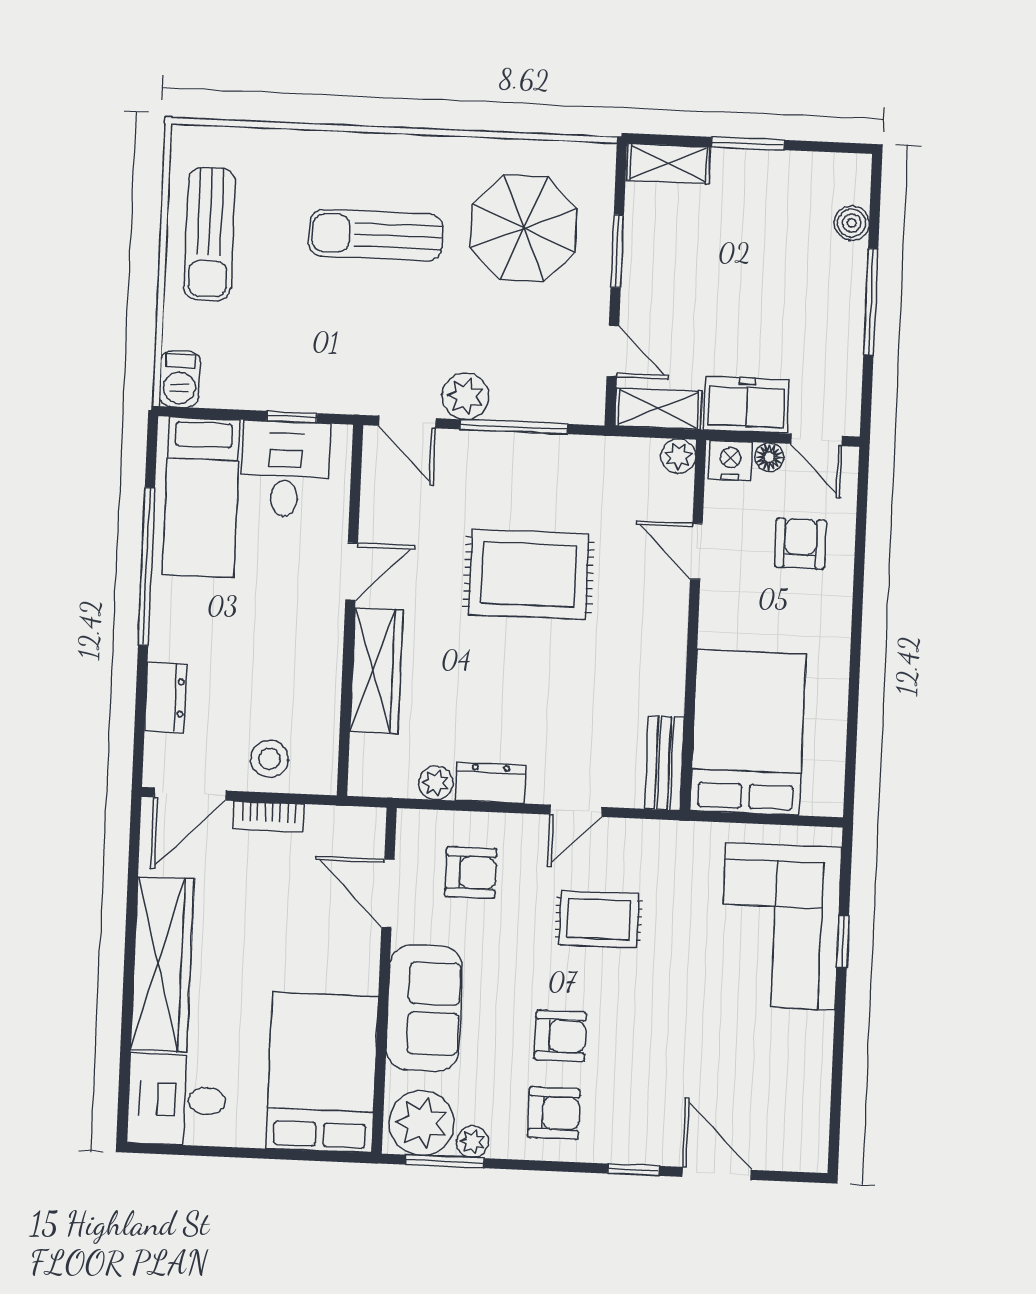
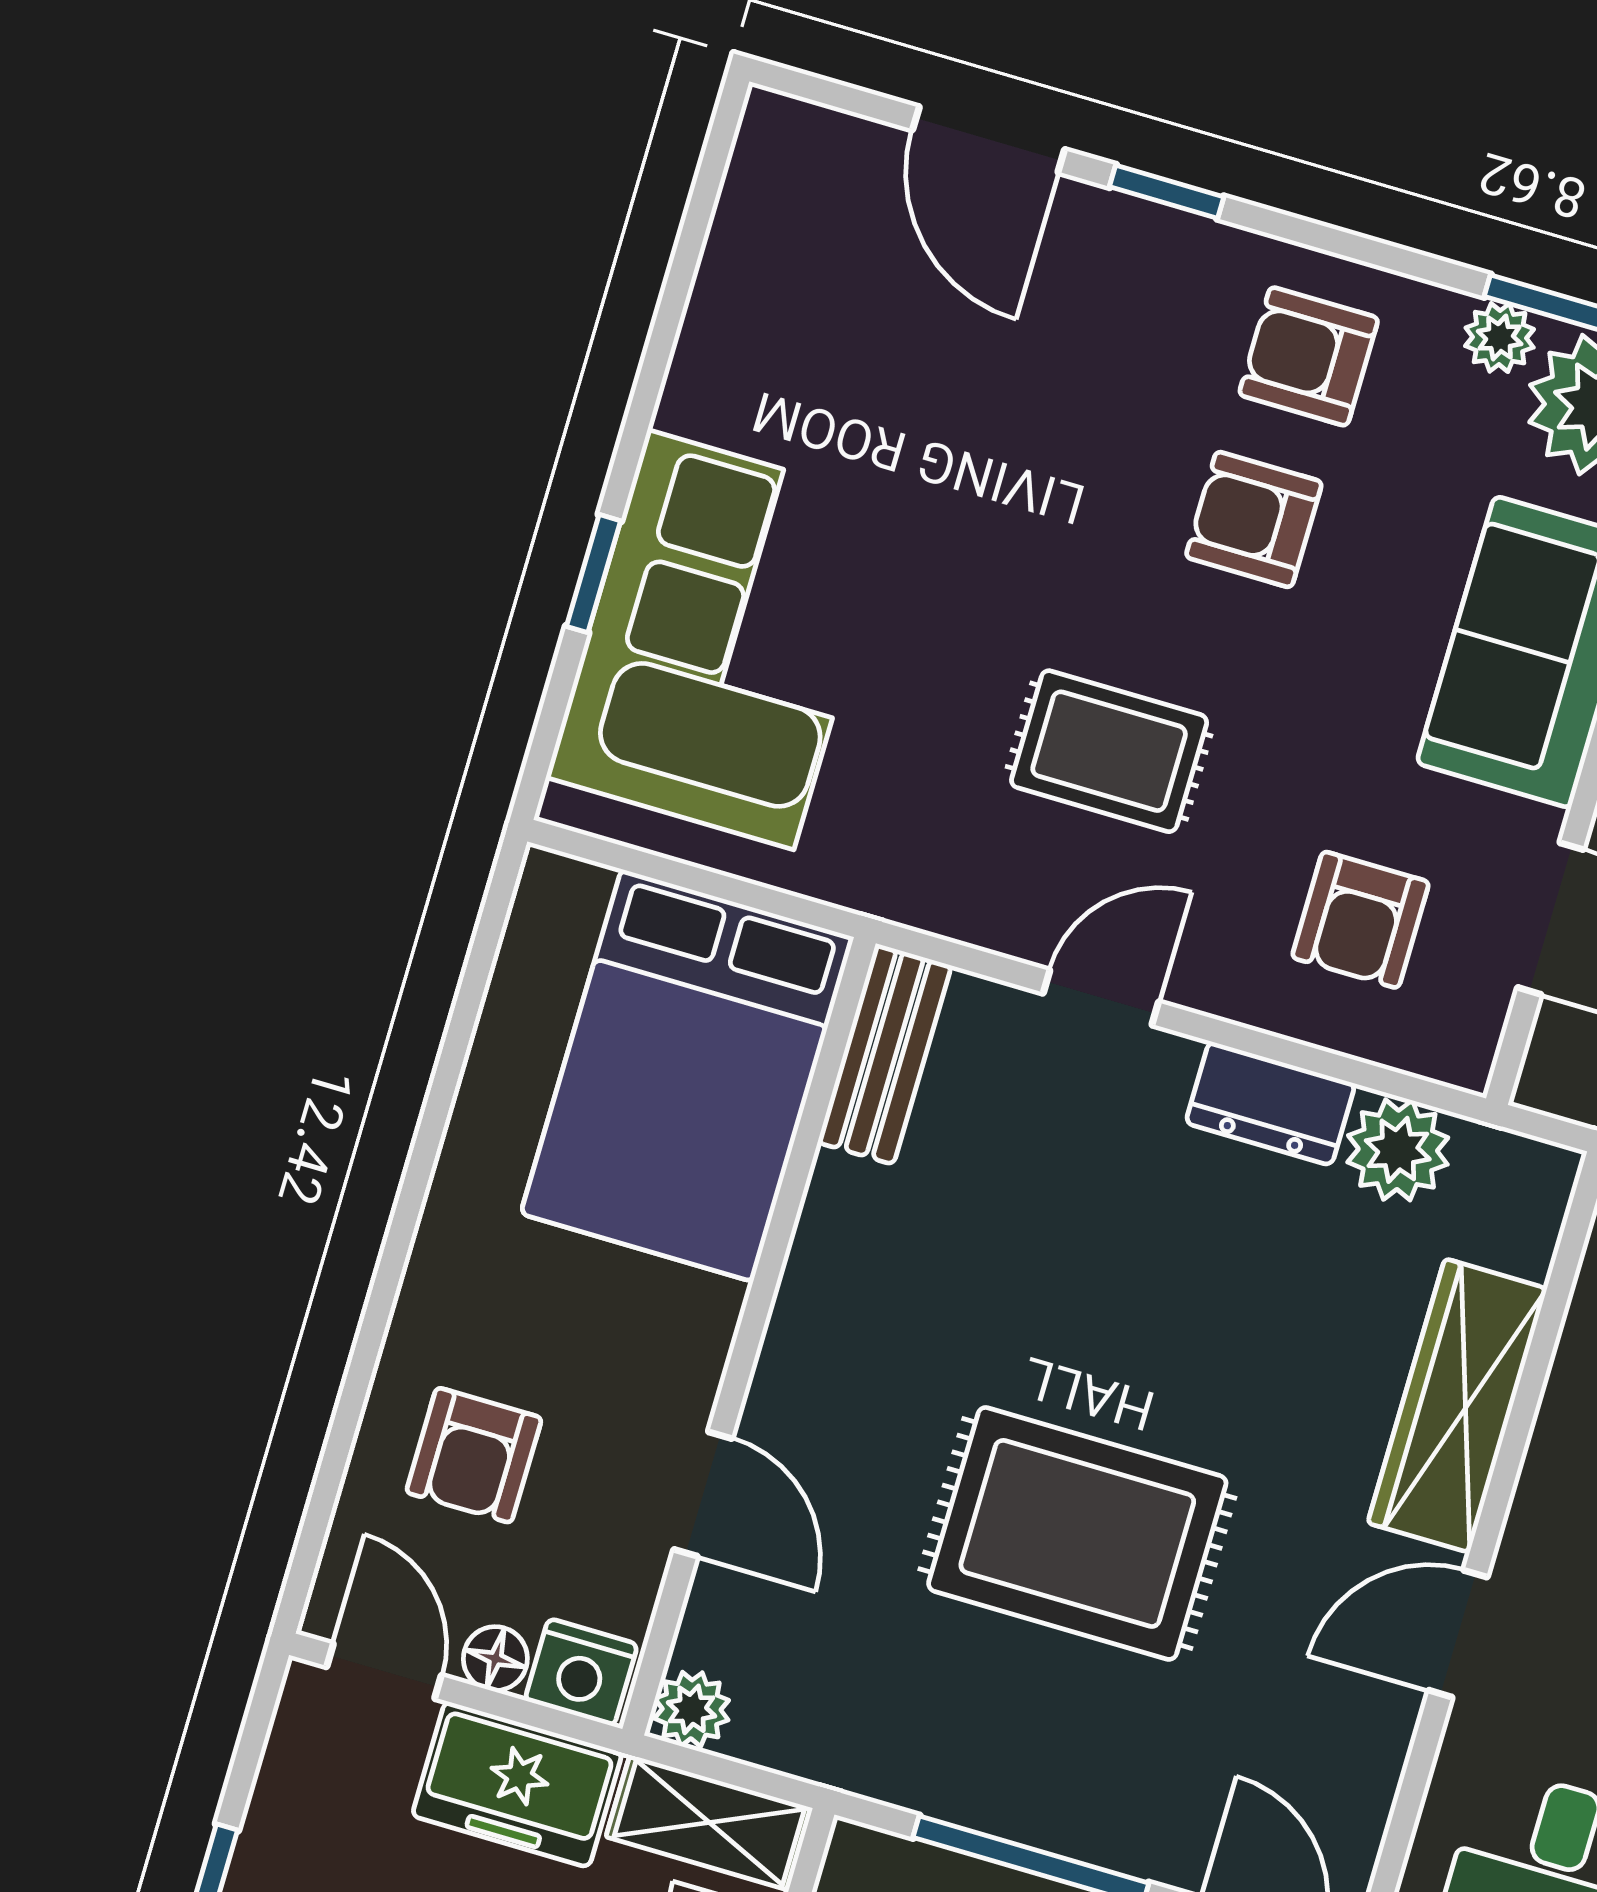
plant: (436, 783) -> (1398, 1150), width x1.38, depth x1.38
armchair: (471, 873) -> (1360, 920), turned -90

